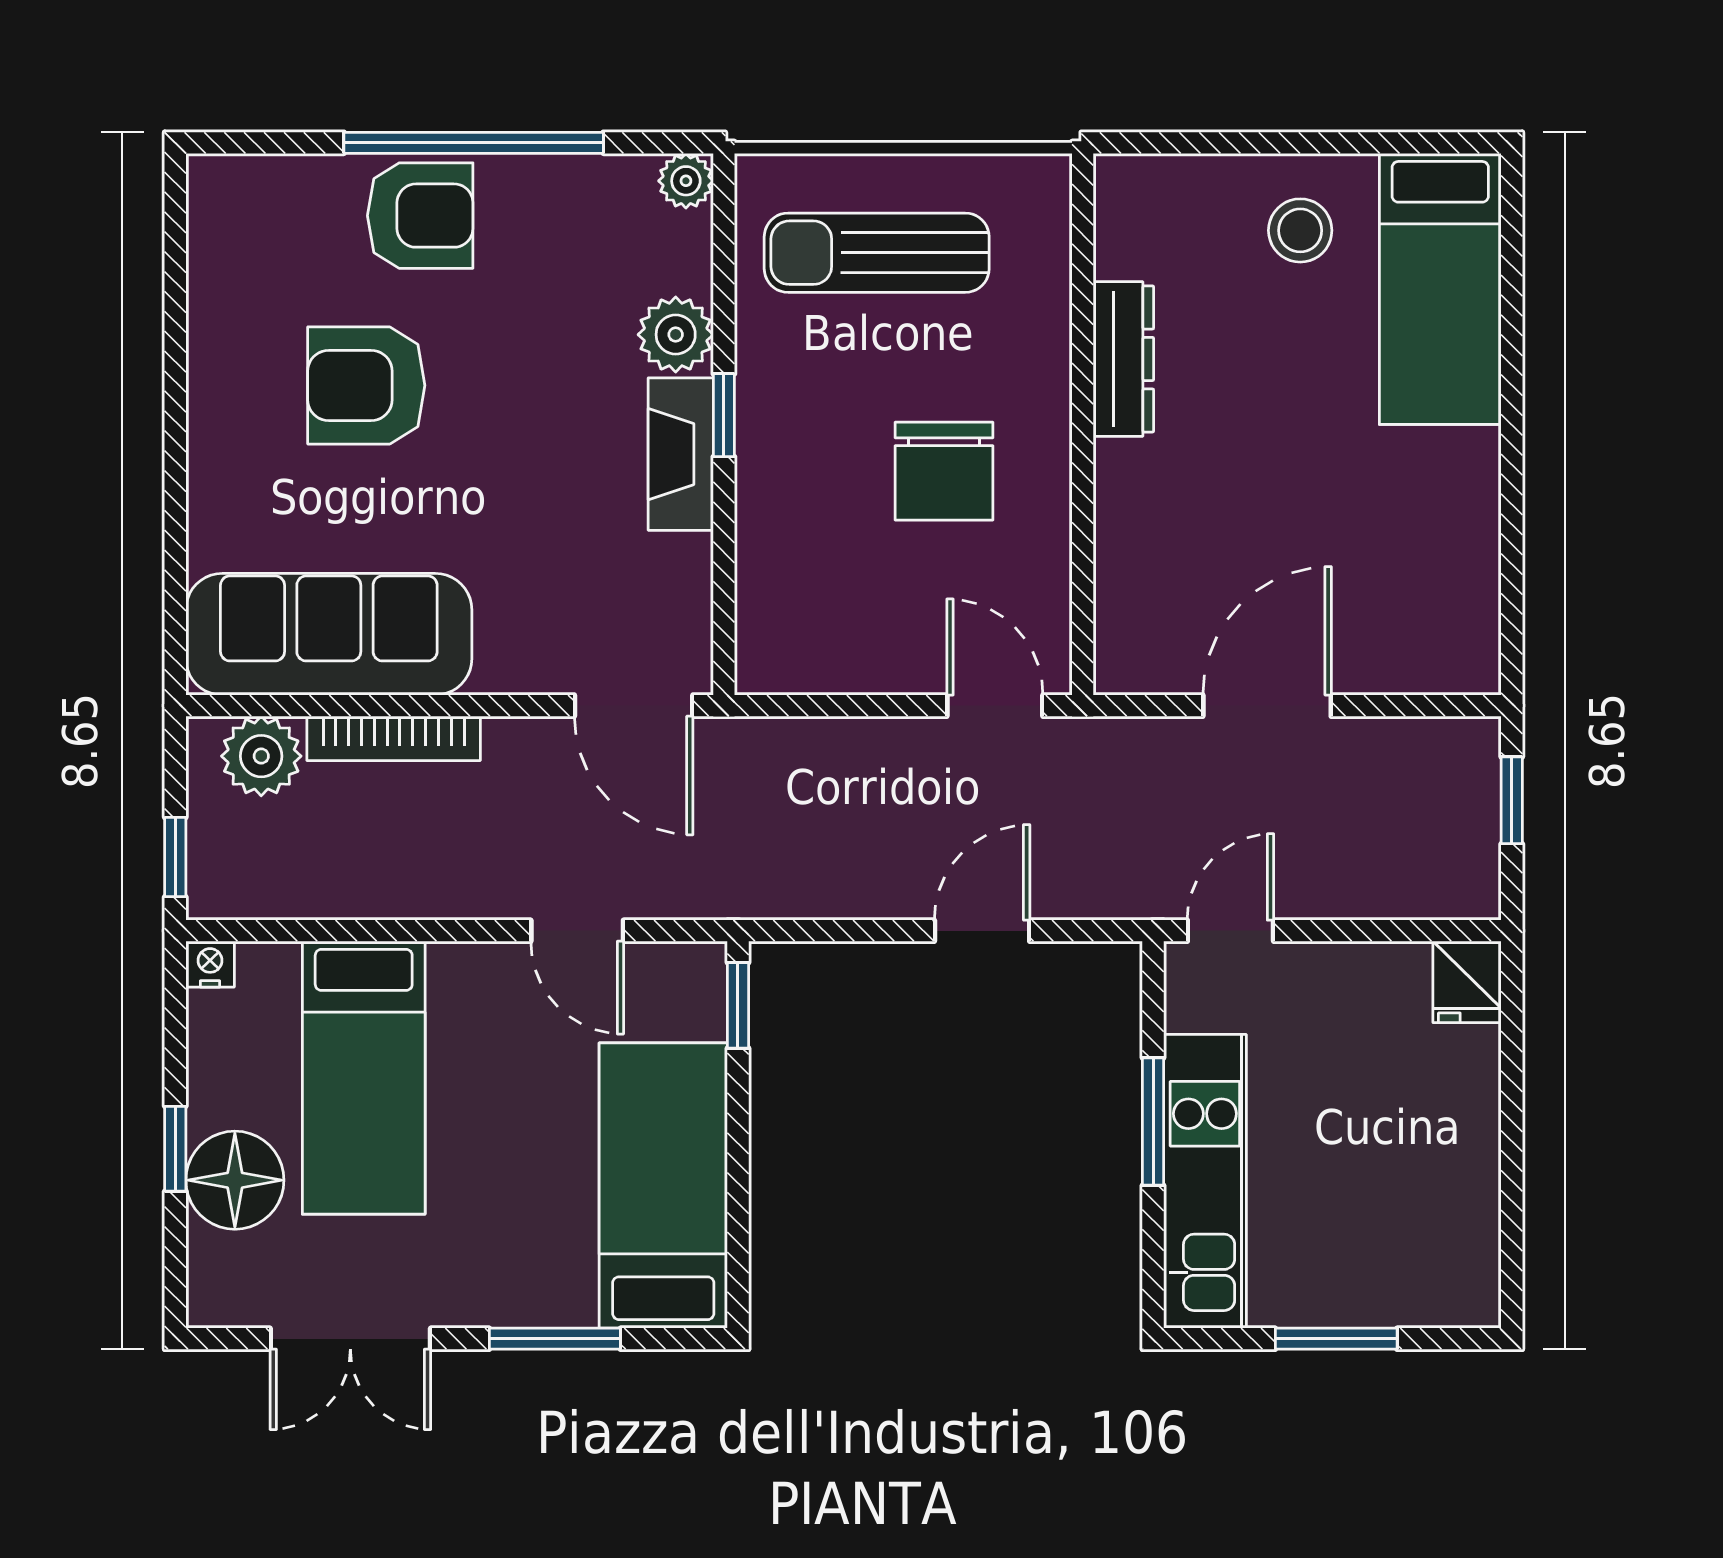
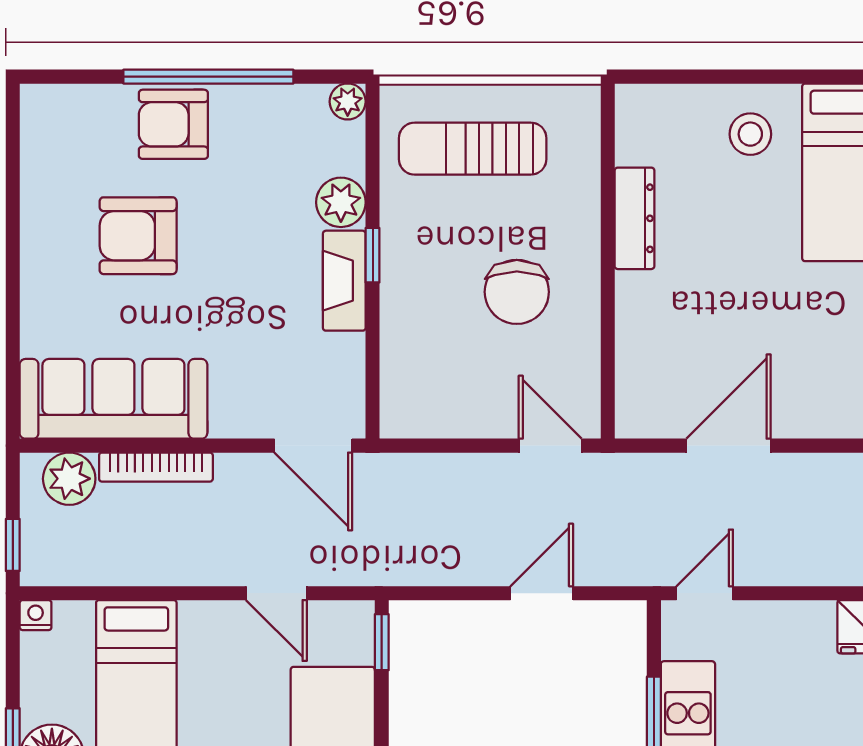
armchair: (420, 216) -> (173, 124), turned 180

